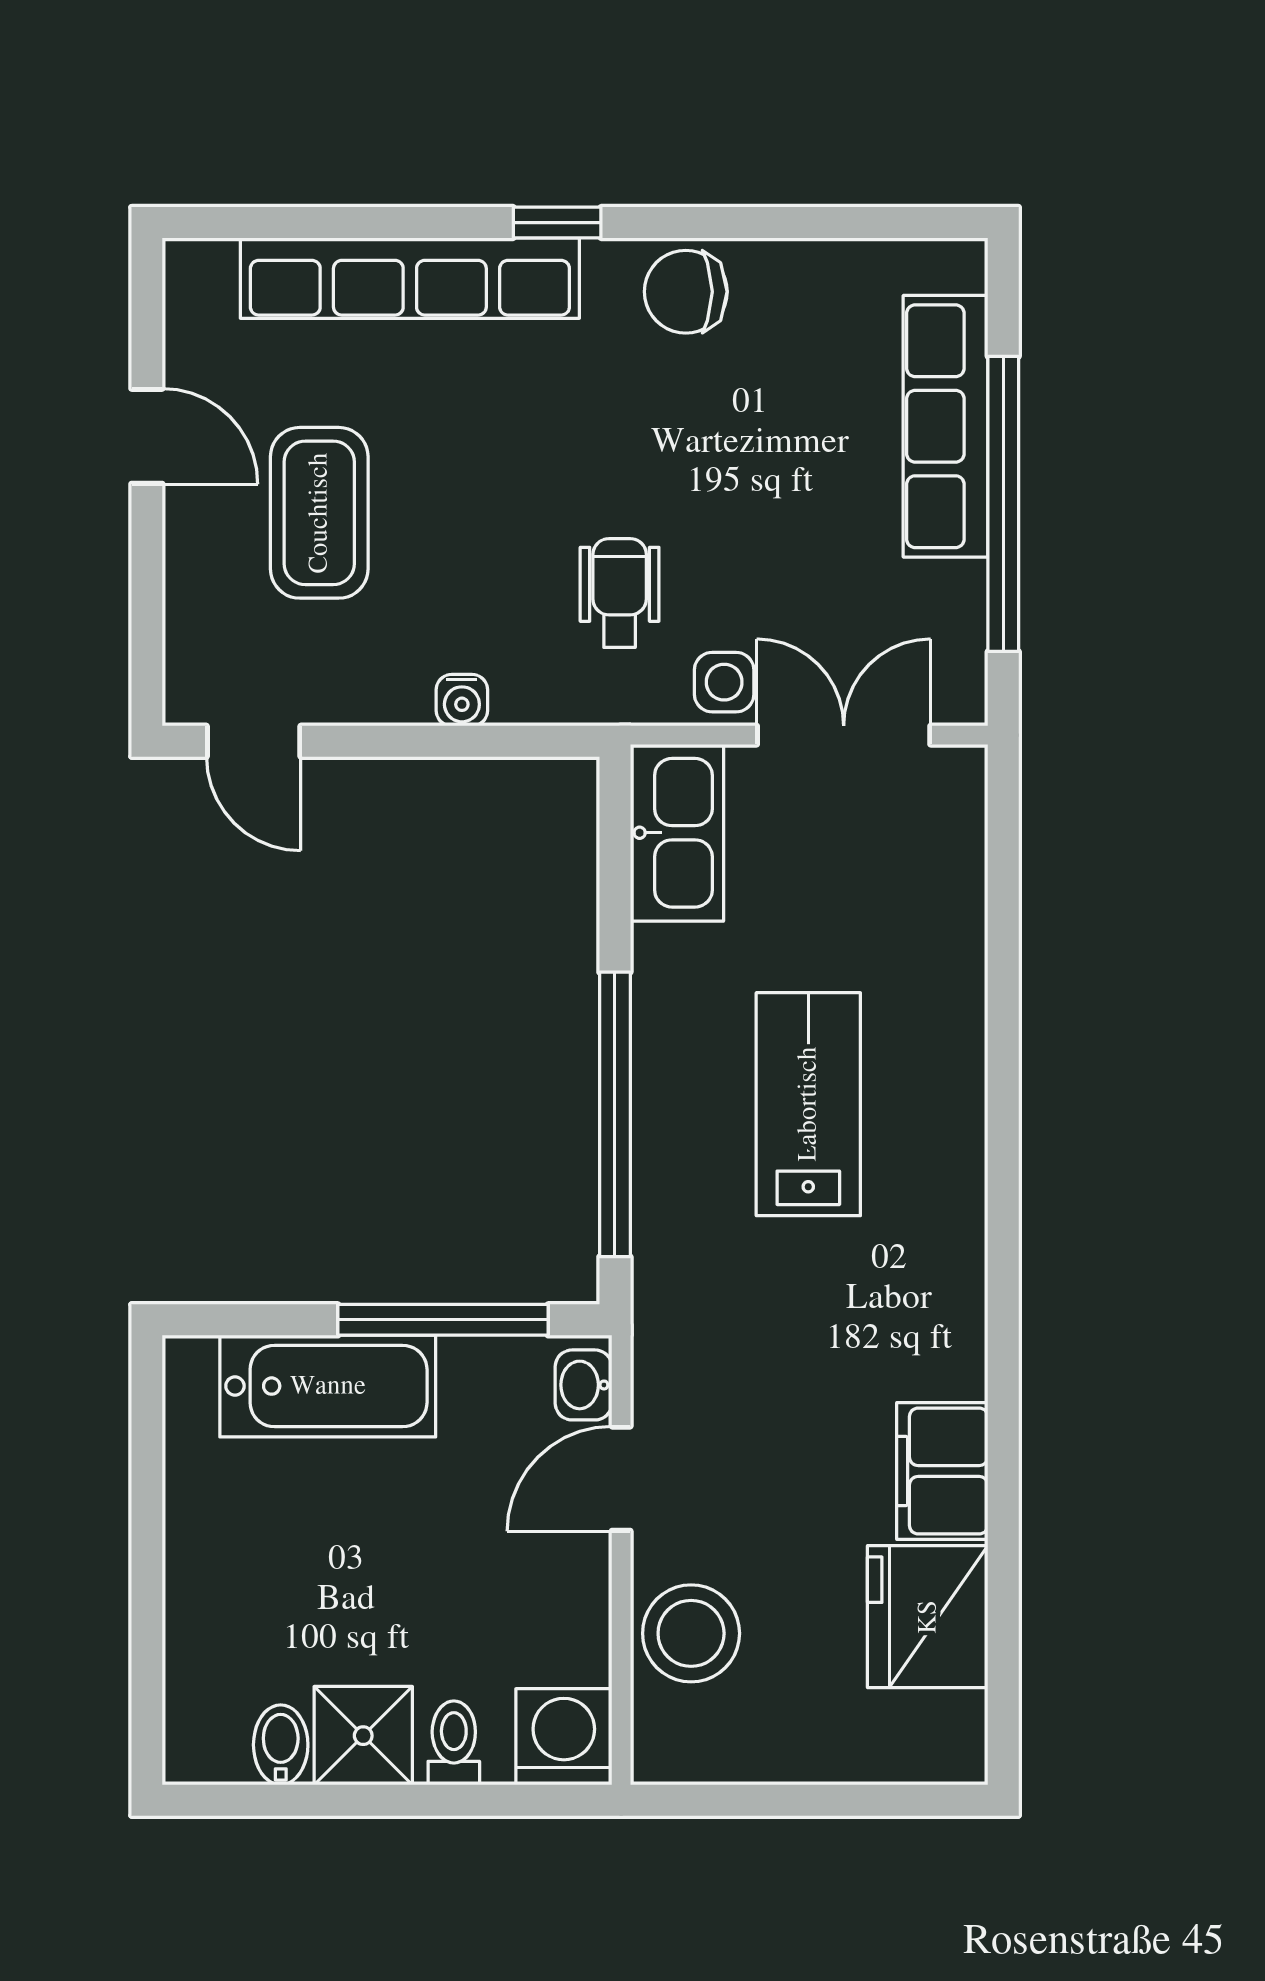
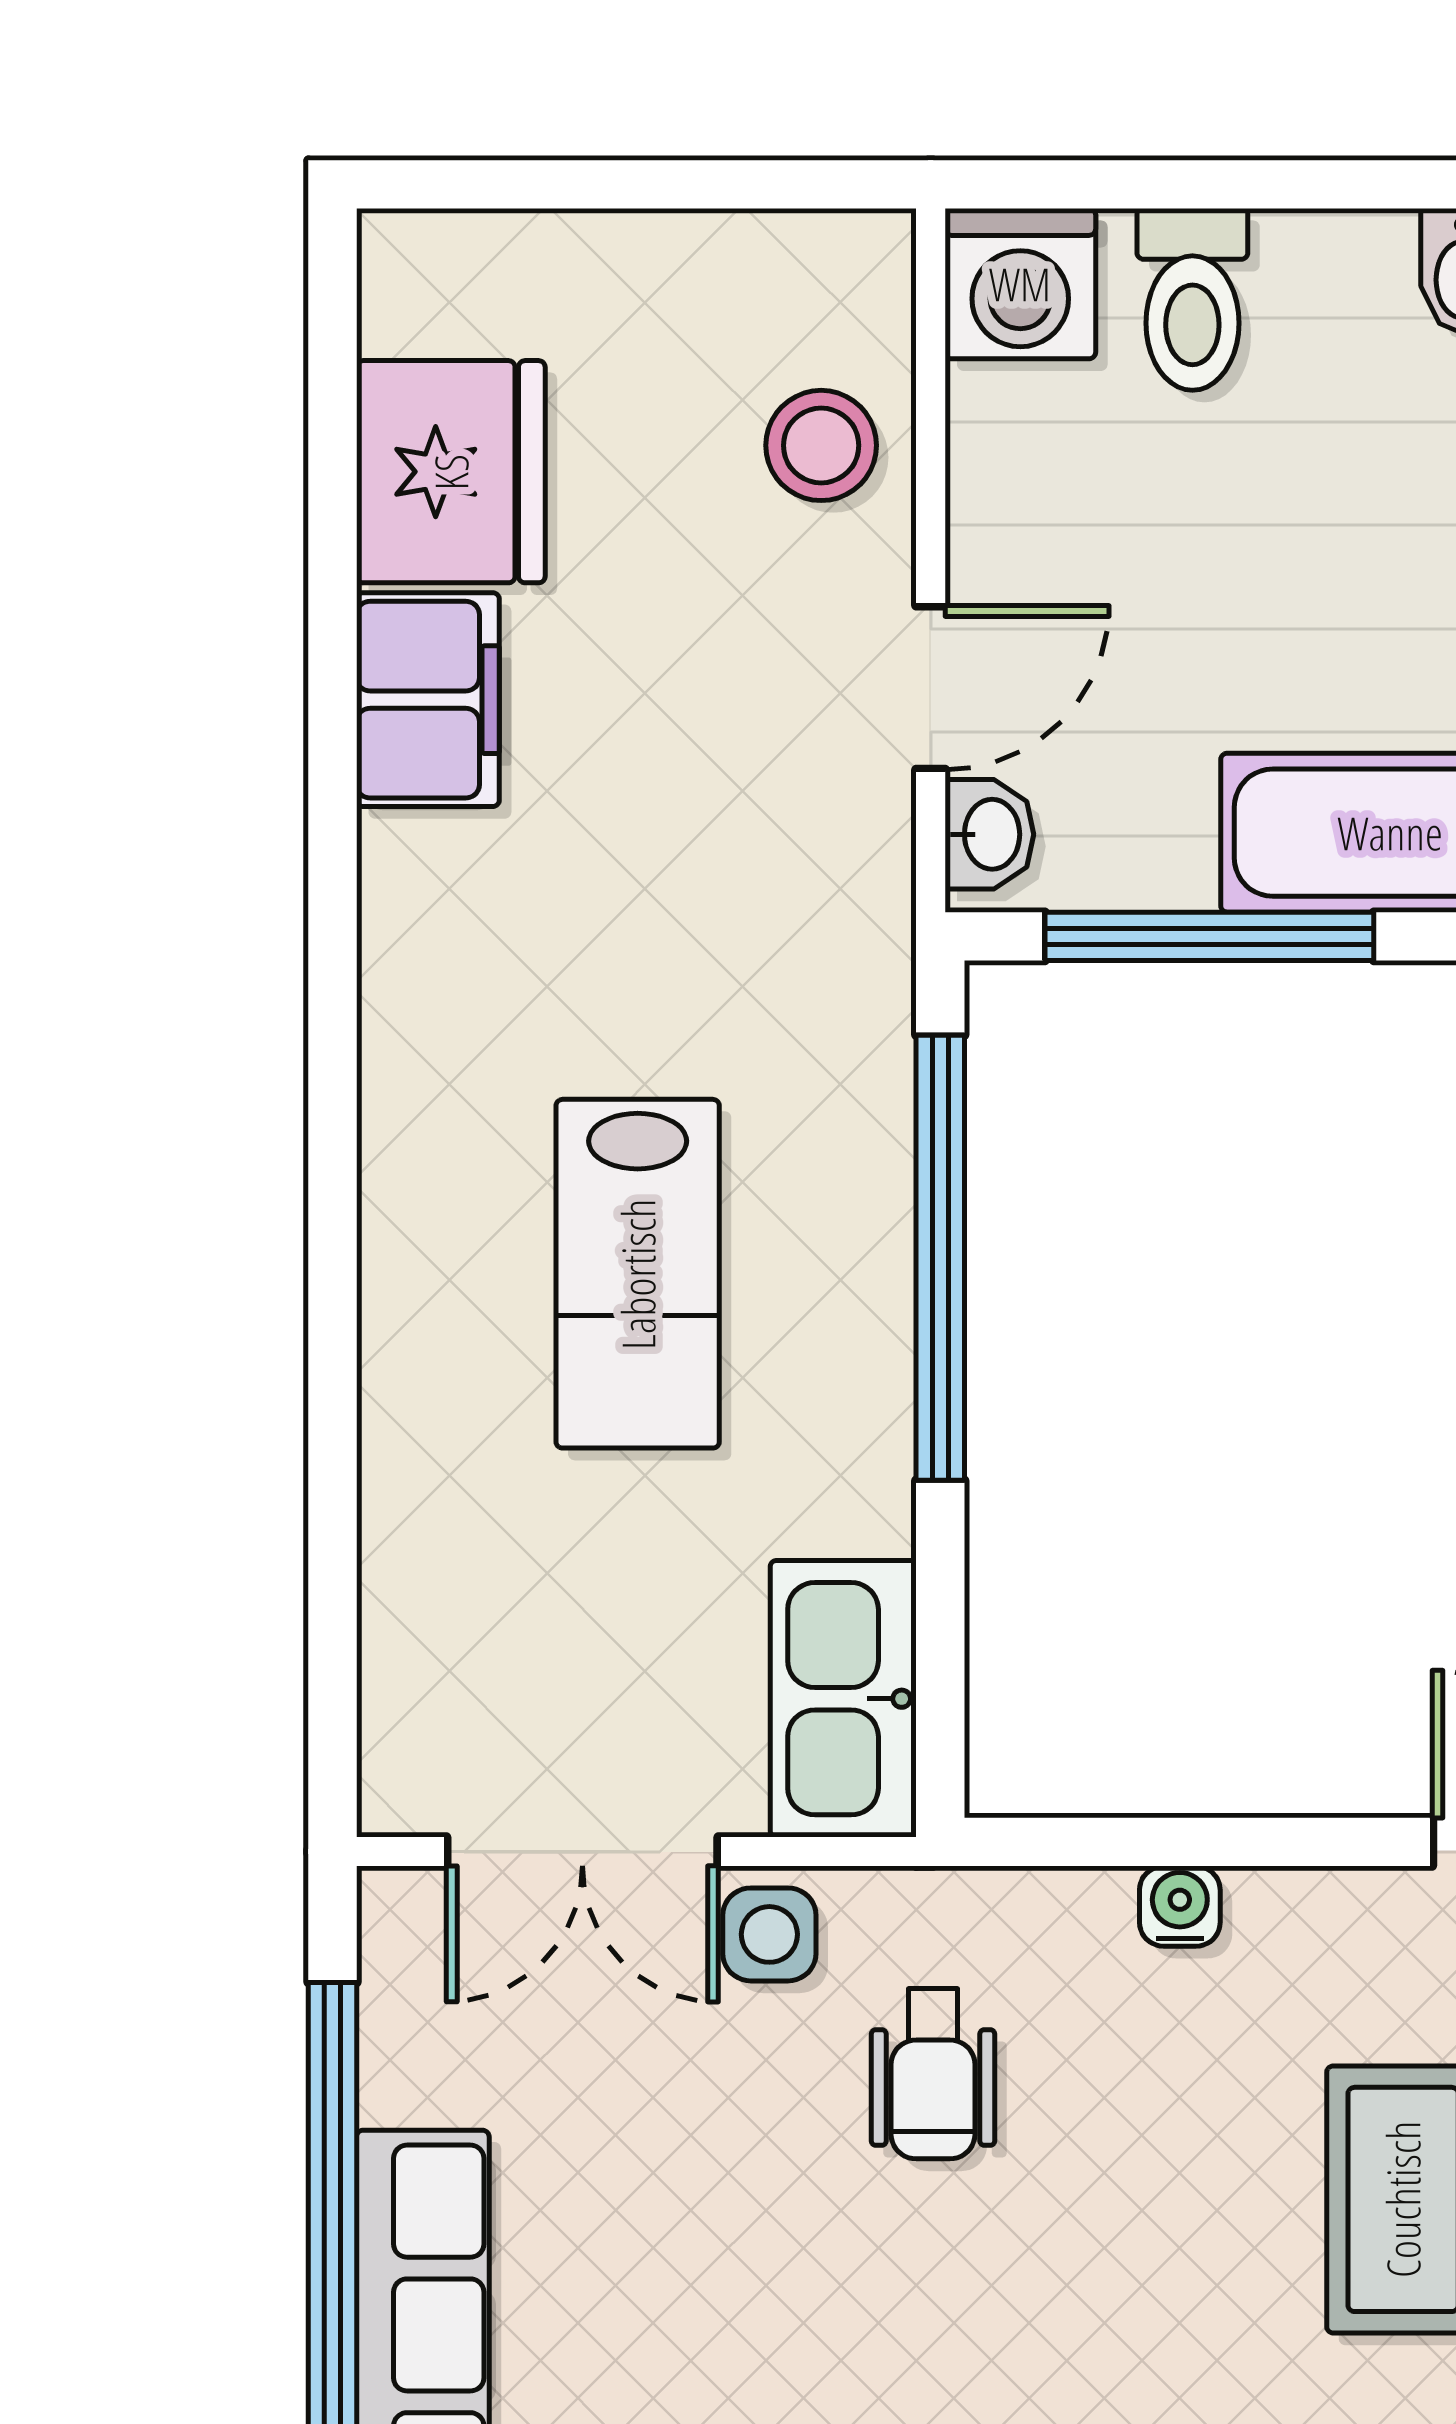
stool: (691, 1633) -> (821, 445), width x0.73, depth x0.73
shower: (363, 1736) -> (1334, 285), removed
toilet: (454, 1743) -> (1192, 299), width x1.37, depth x1.39

